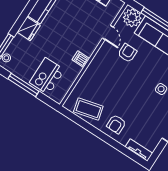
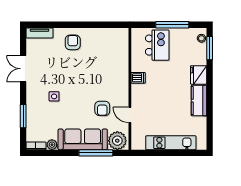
coffee table: (88, 109) -> (104, 40), removed

